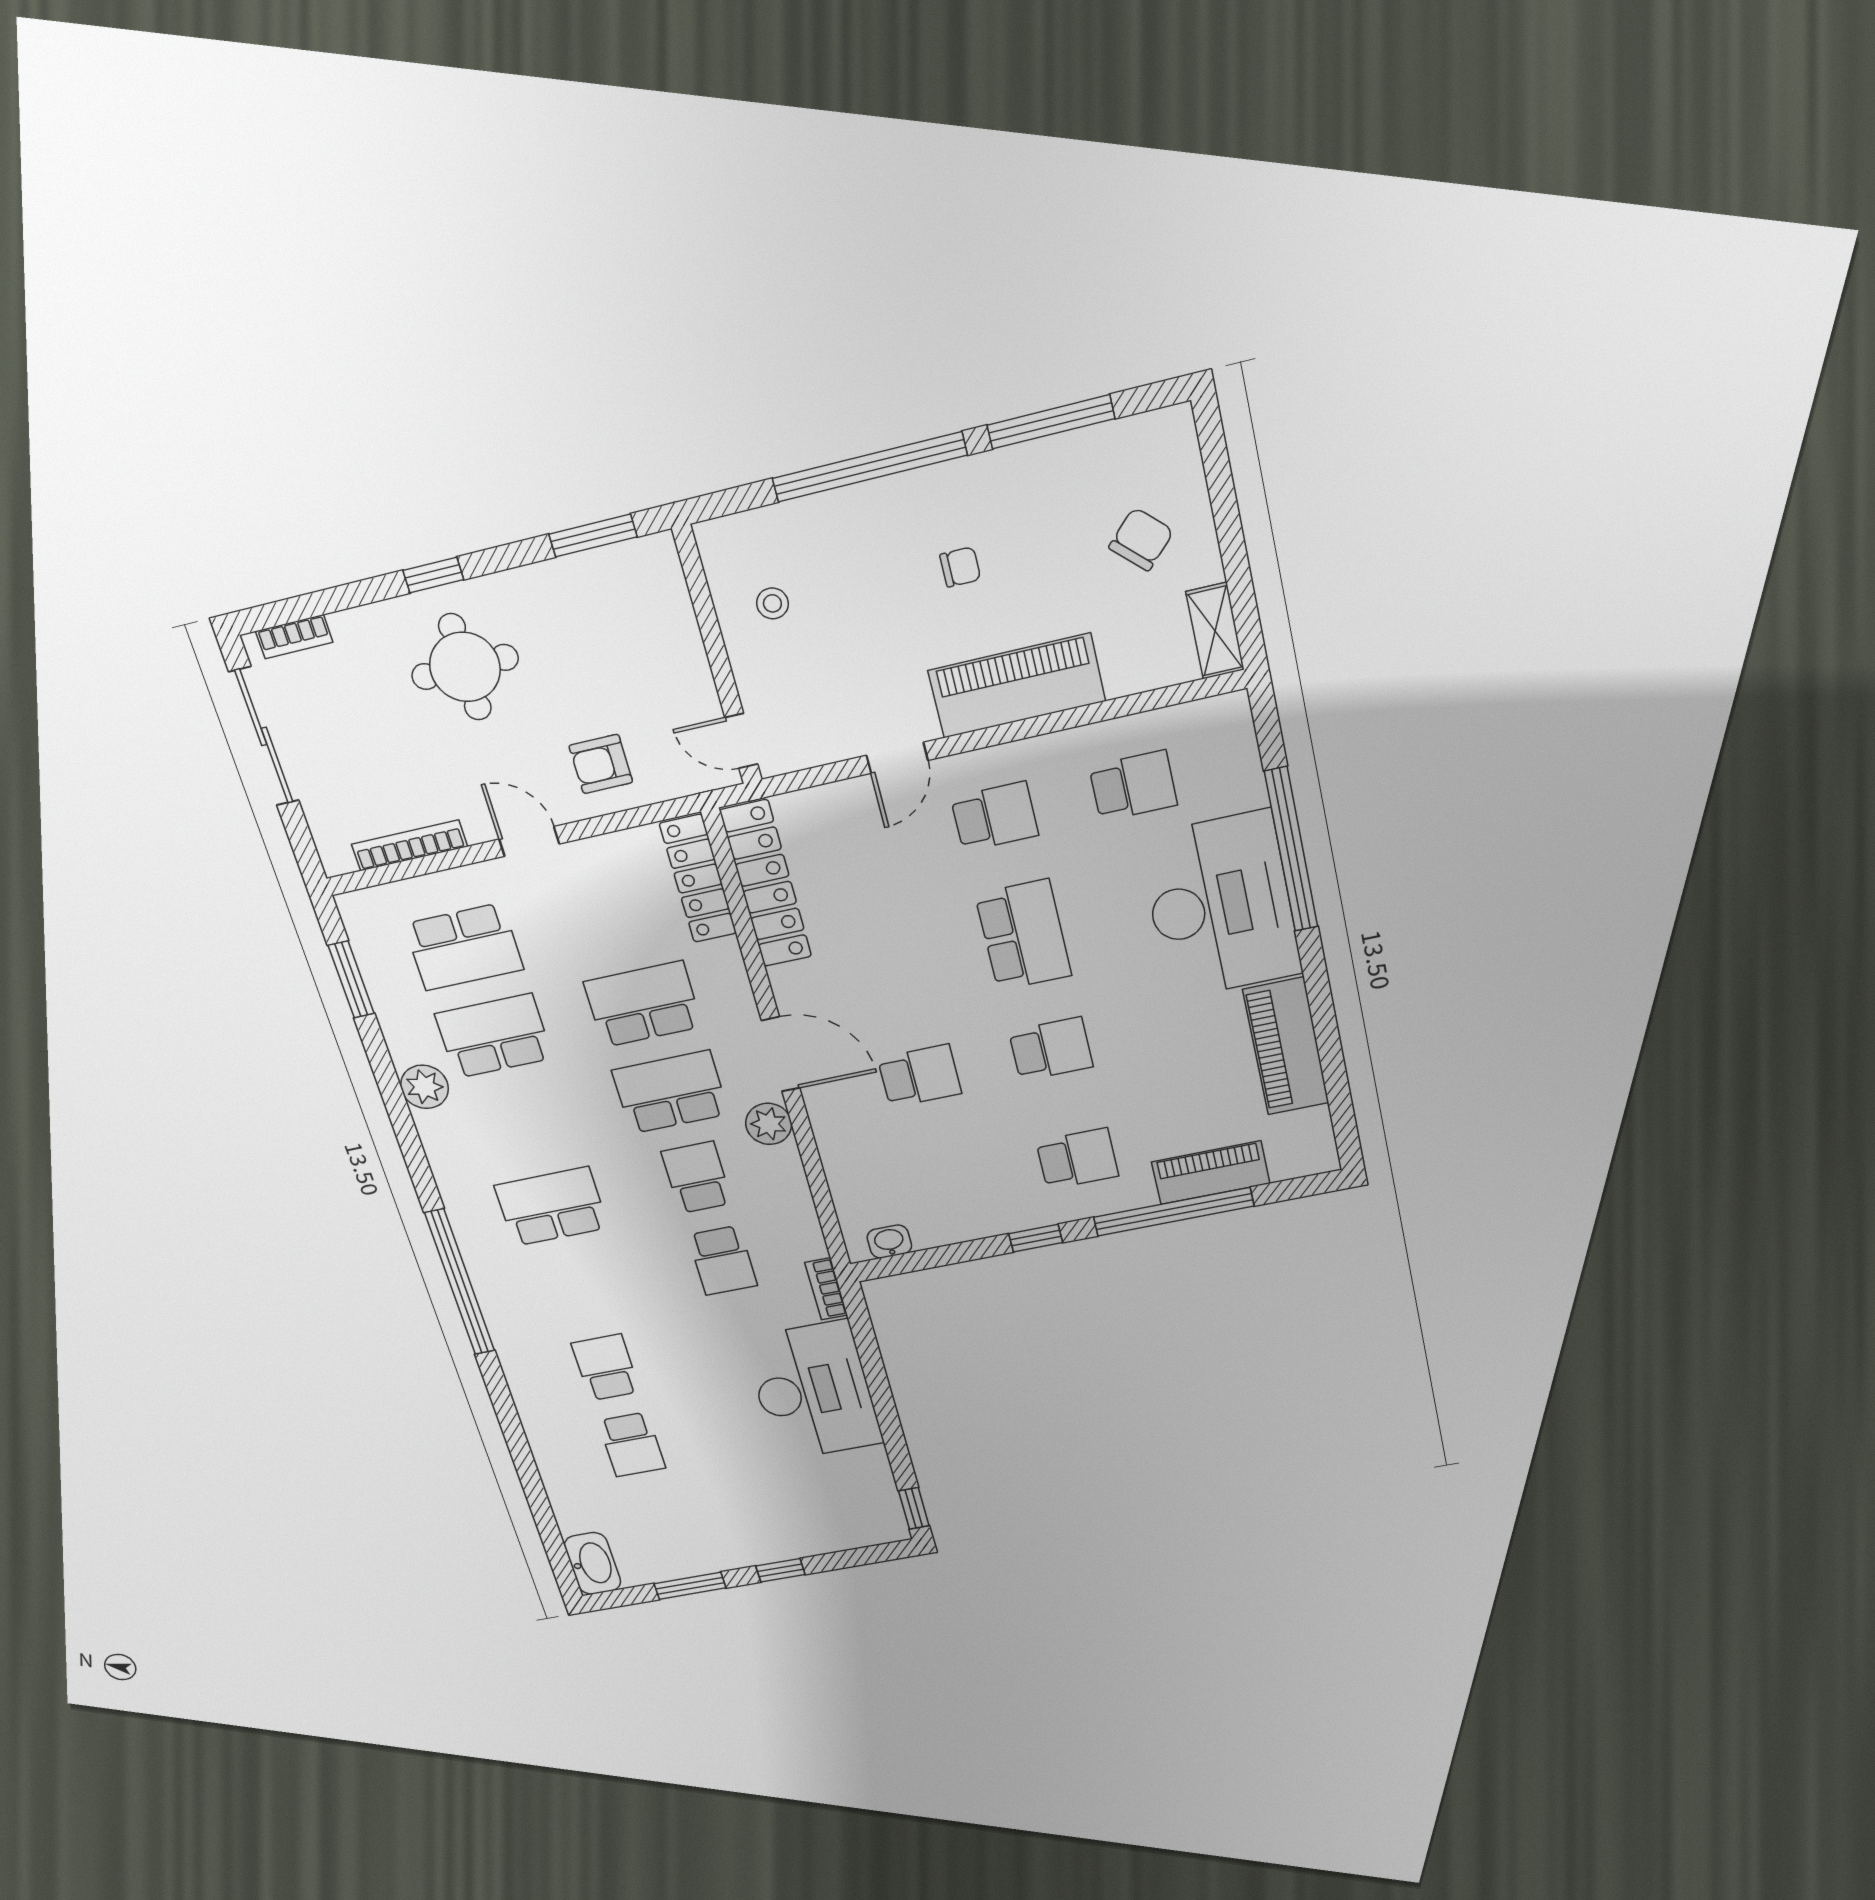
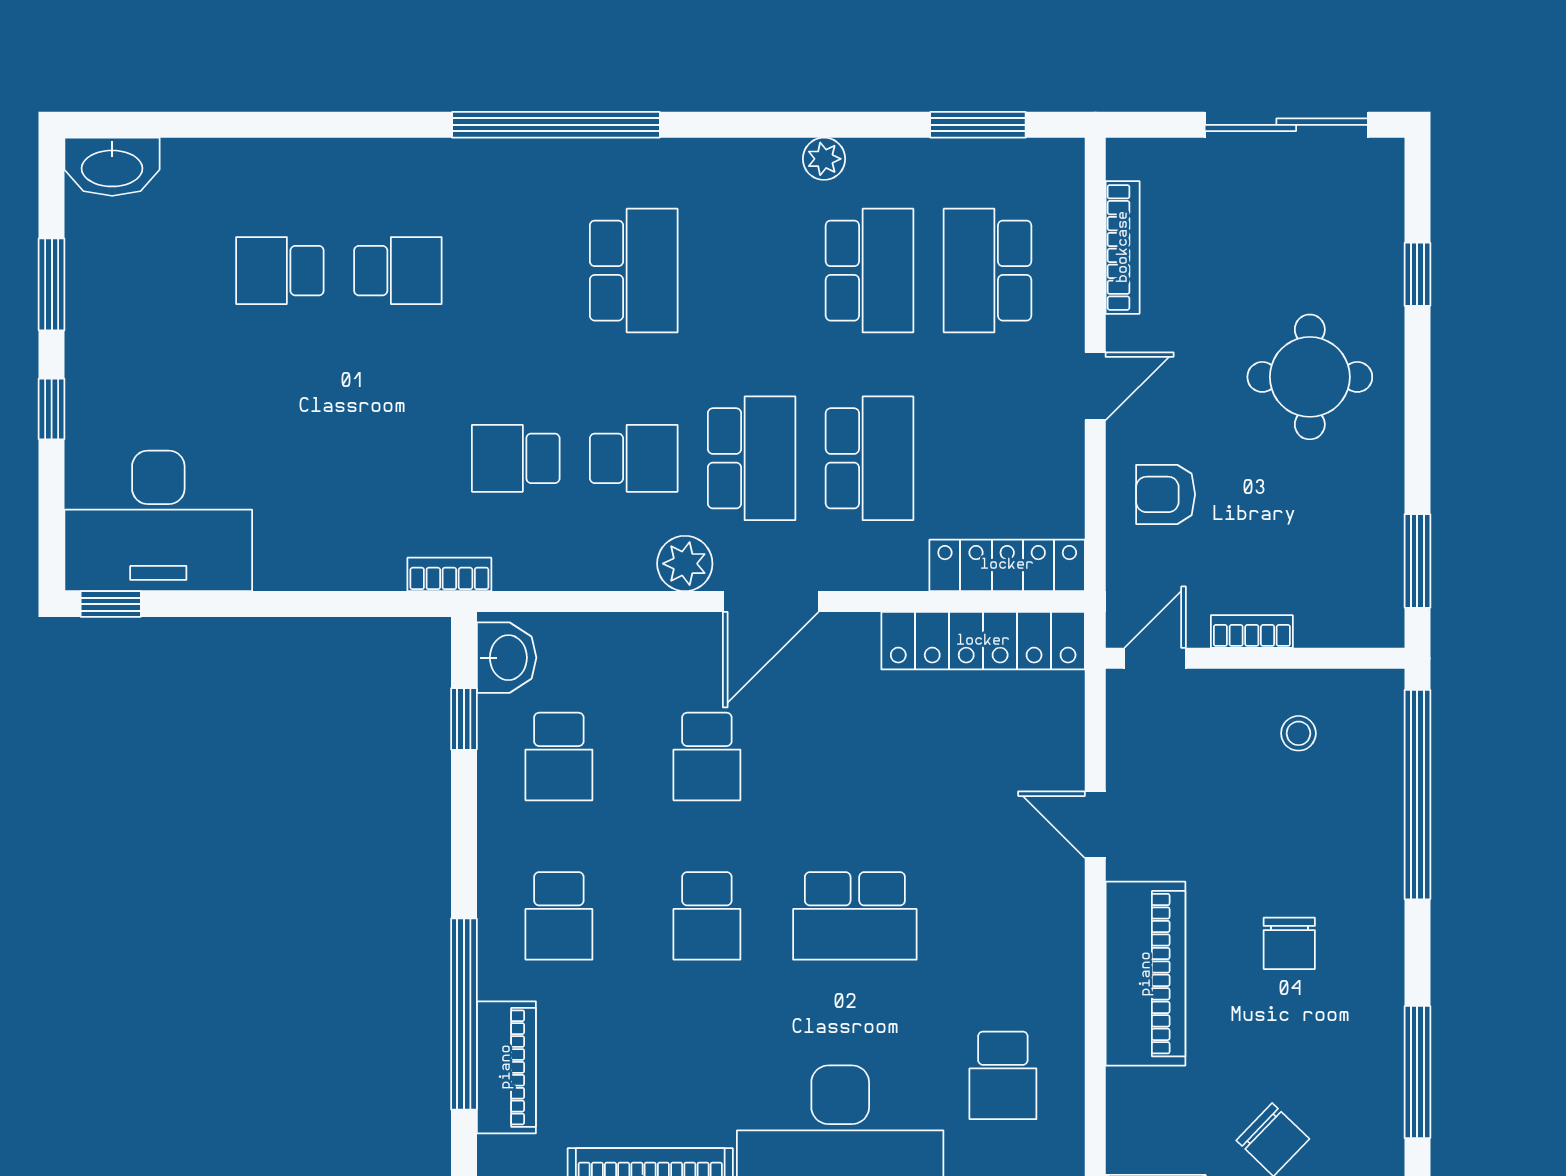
window: (869, 467) -> (1417, 795), moved
chair: (960, 567) -> (1289, 943), width x1.37, depth x1.37
window: (433, 575) -> (1417, 274), moved
bookcase: (294, 637) -> (1252, 632), moved, turned 90
armchair: (601, 764) -> (1166, 494), turned -90
school desk: (995, 816) -> (559, 757), moved
plant: (424, 1087) -> (824, 159), width x0.73, depth x0.73
window: (1036, 1238) -> (464, 719), moved
washbasin: (889, 1242) -> (507, 658), width x1.38, depth x1.45
desk: (813, 1391) -> (158, 521), moved

